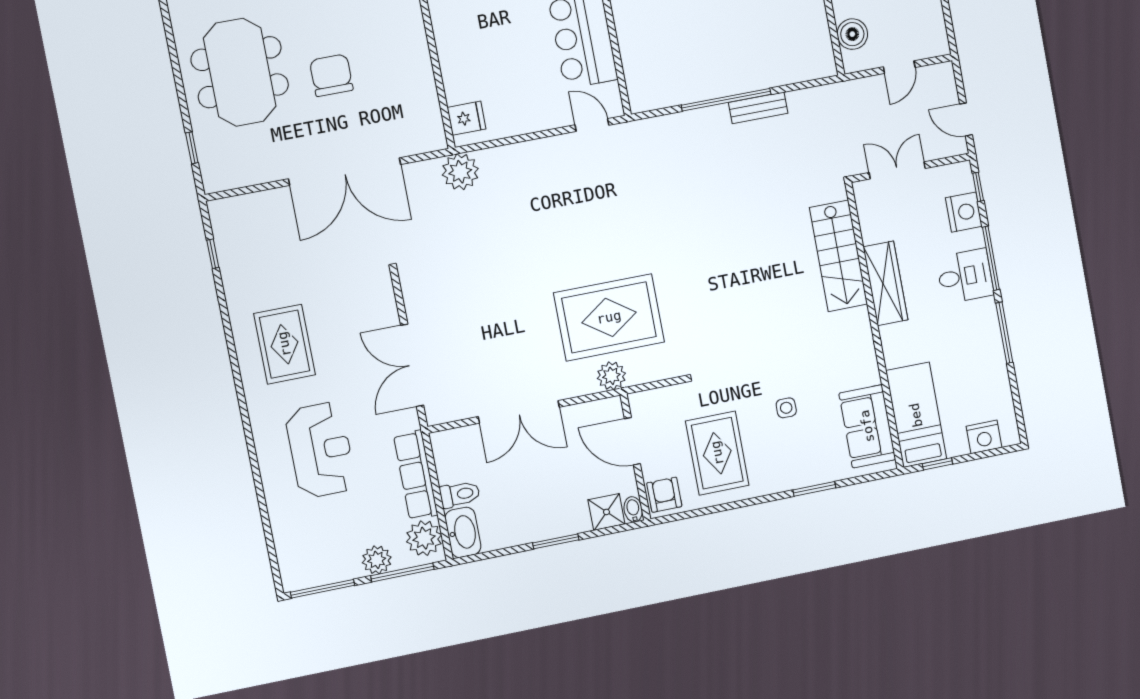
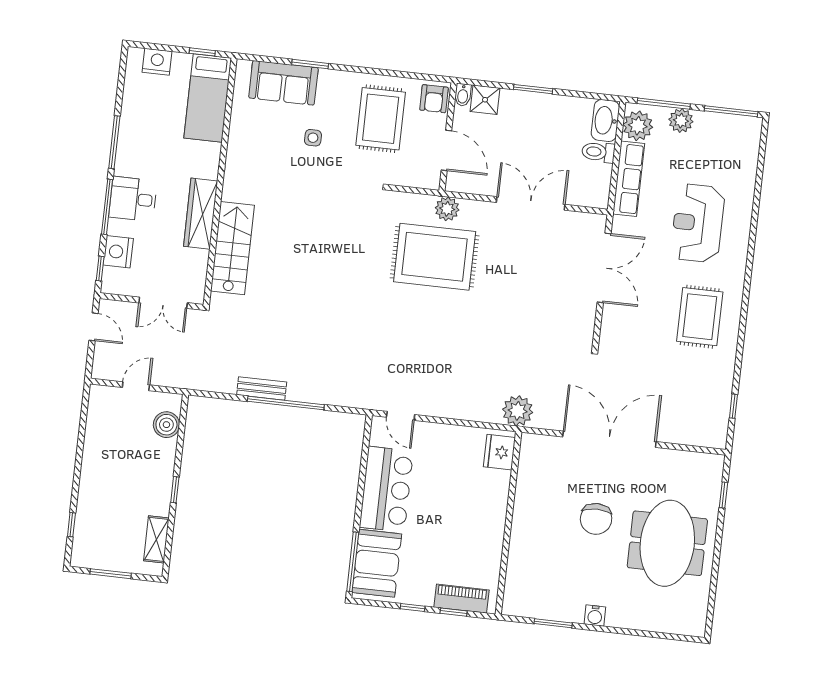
fridge: (466, 118) -> (499, 452), width x1.38
sofa: (867, 426) -> (283, 83), moved, turned 90

